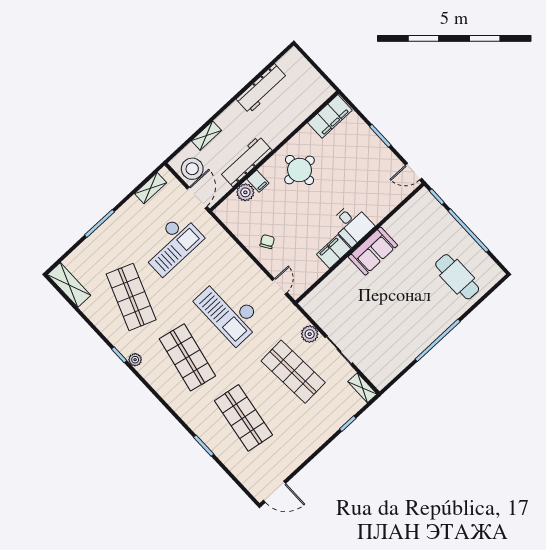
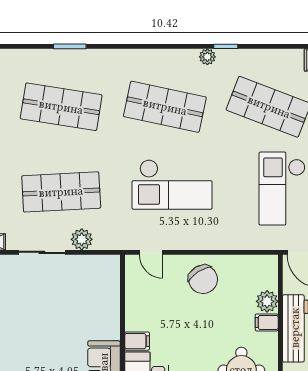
chair: (267, 242) -> (203, 279), width x1.87, depth x1.87
filing cabinet: (334, 252) -> (137, 341), width x0.50
checkout: (229, 311) -> (172, 185), turned 180

